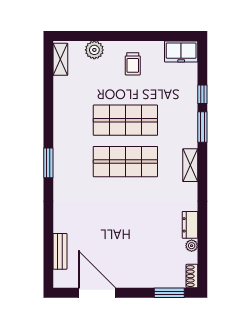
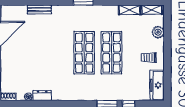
freezer: (181, 51) -> (157, 85), width x1.40
shelving: (190, 165) -> (129, 10), moved
bench: (60, 251) -> (39, 9), moved

